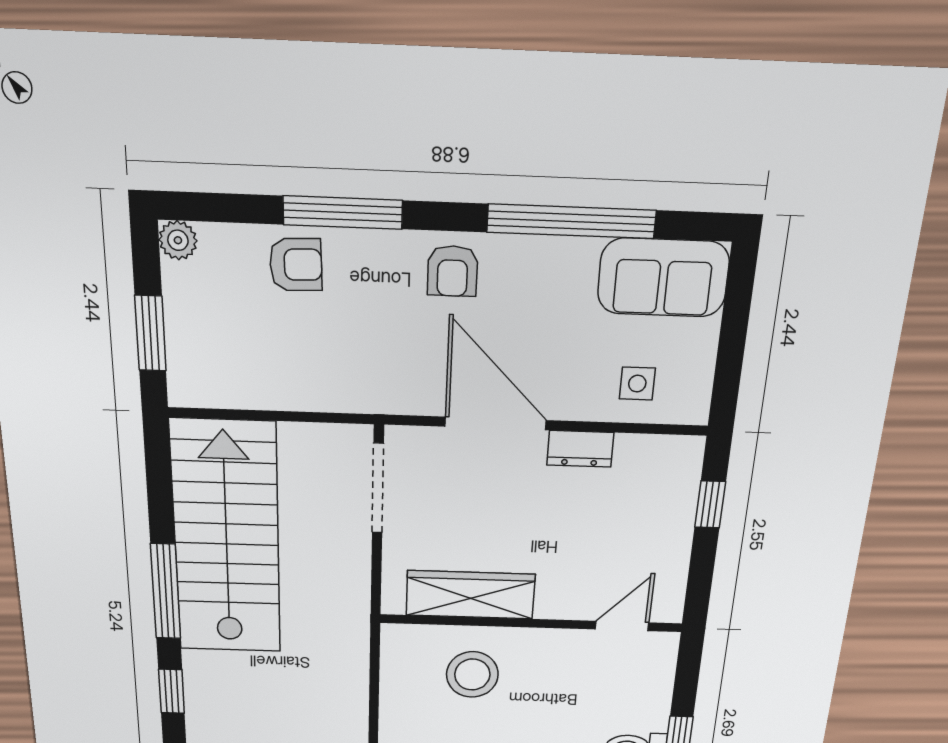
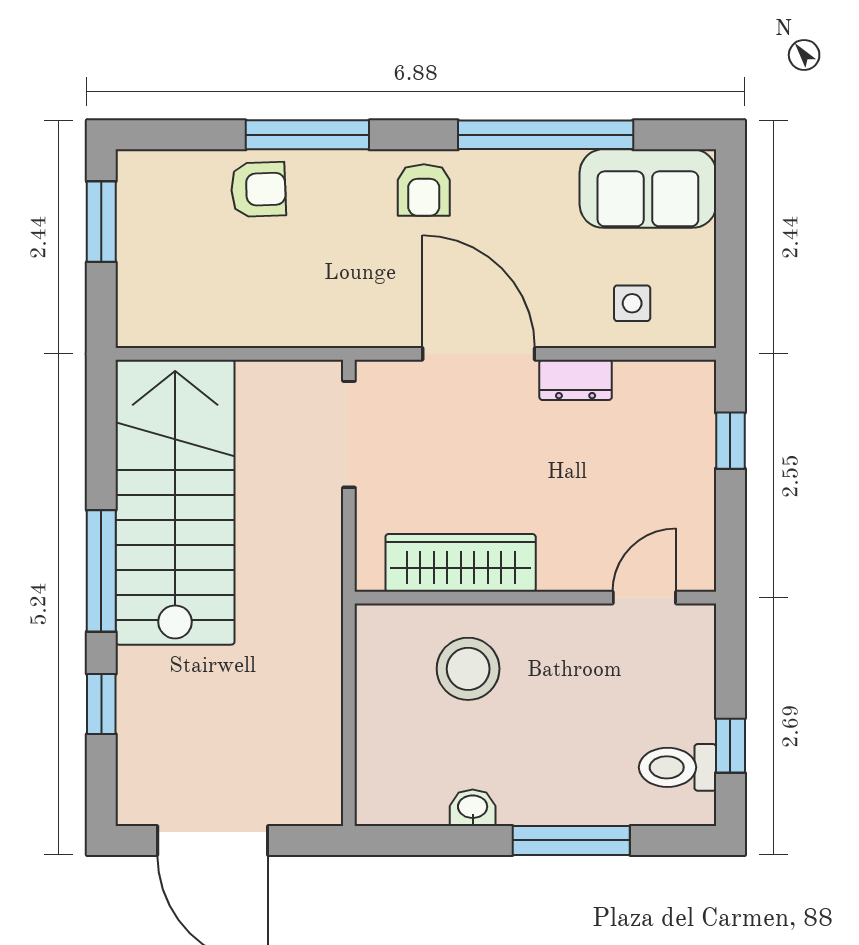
plant: (178, 240) -> (136, 169), removed
window: (151, 333) -> (101, 222), moved

